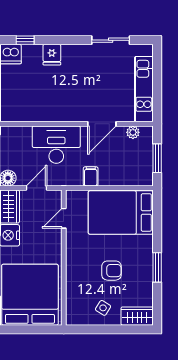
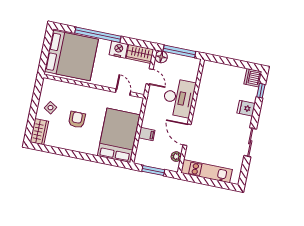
sliding door: (111, 40) -> (250, 142), moved
filing cabinet: (91, 176) -> (147, 134), moved
window: (157, 267) -> (72, 154), removed
armchair: (112, 271) -> (77, 120), turned 180

